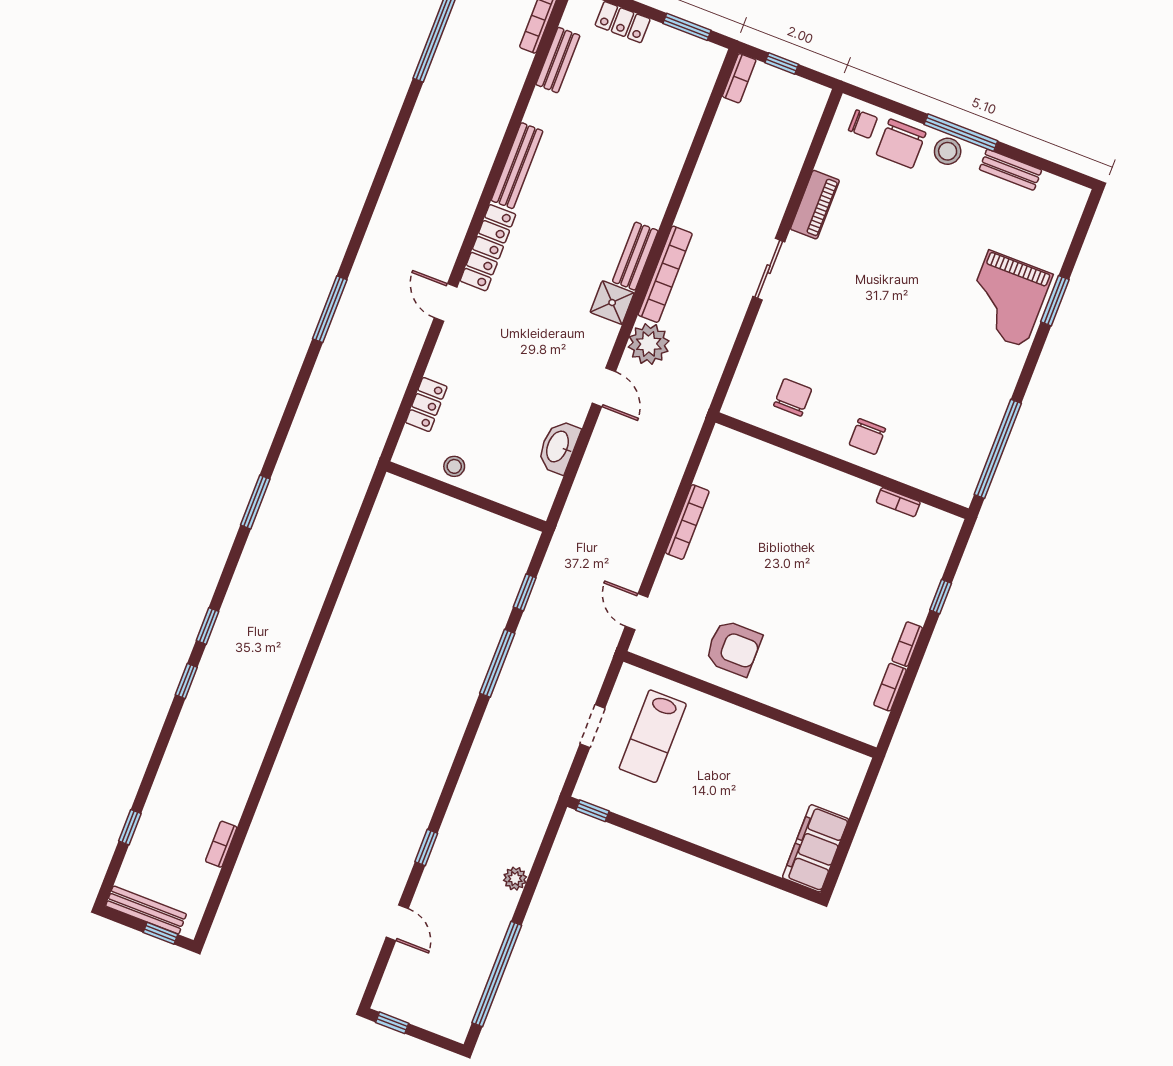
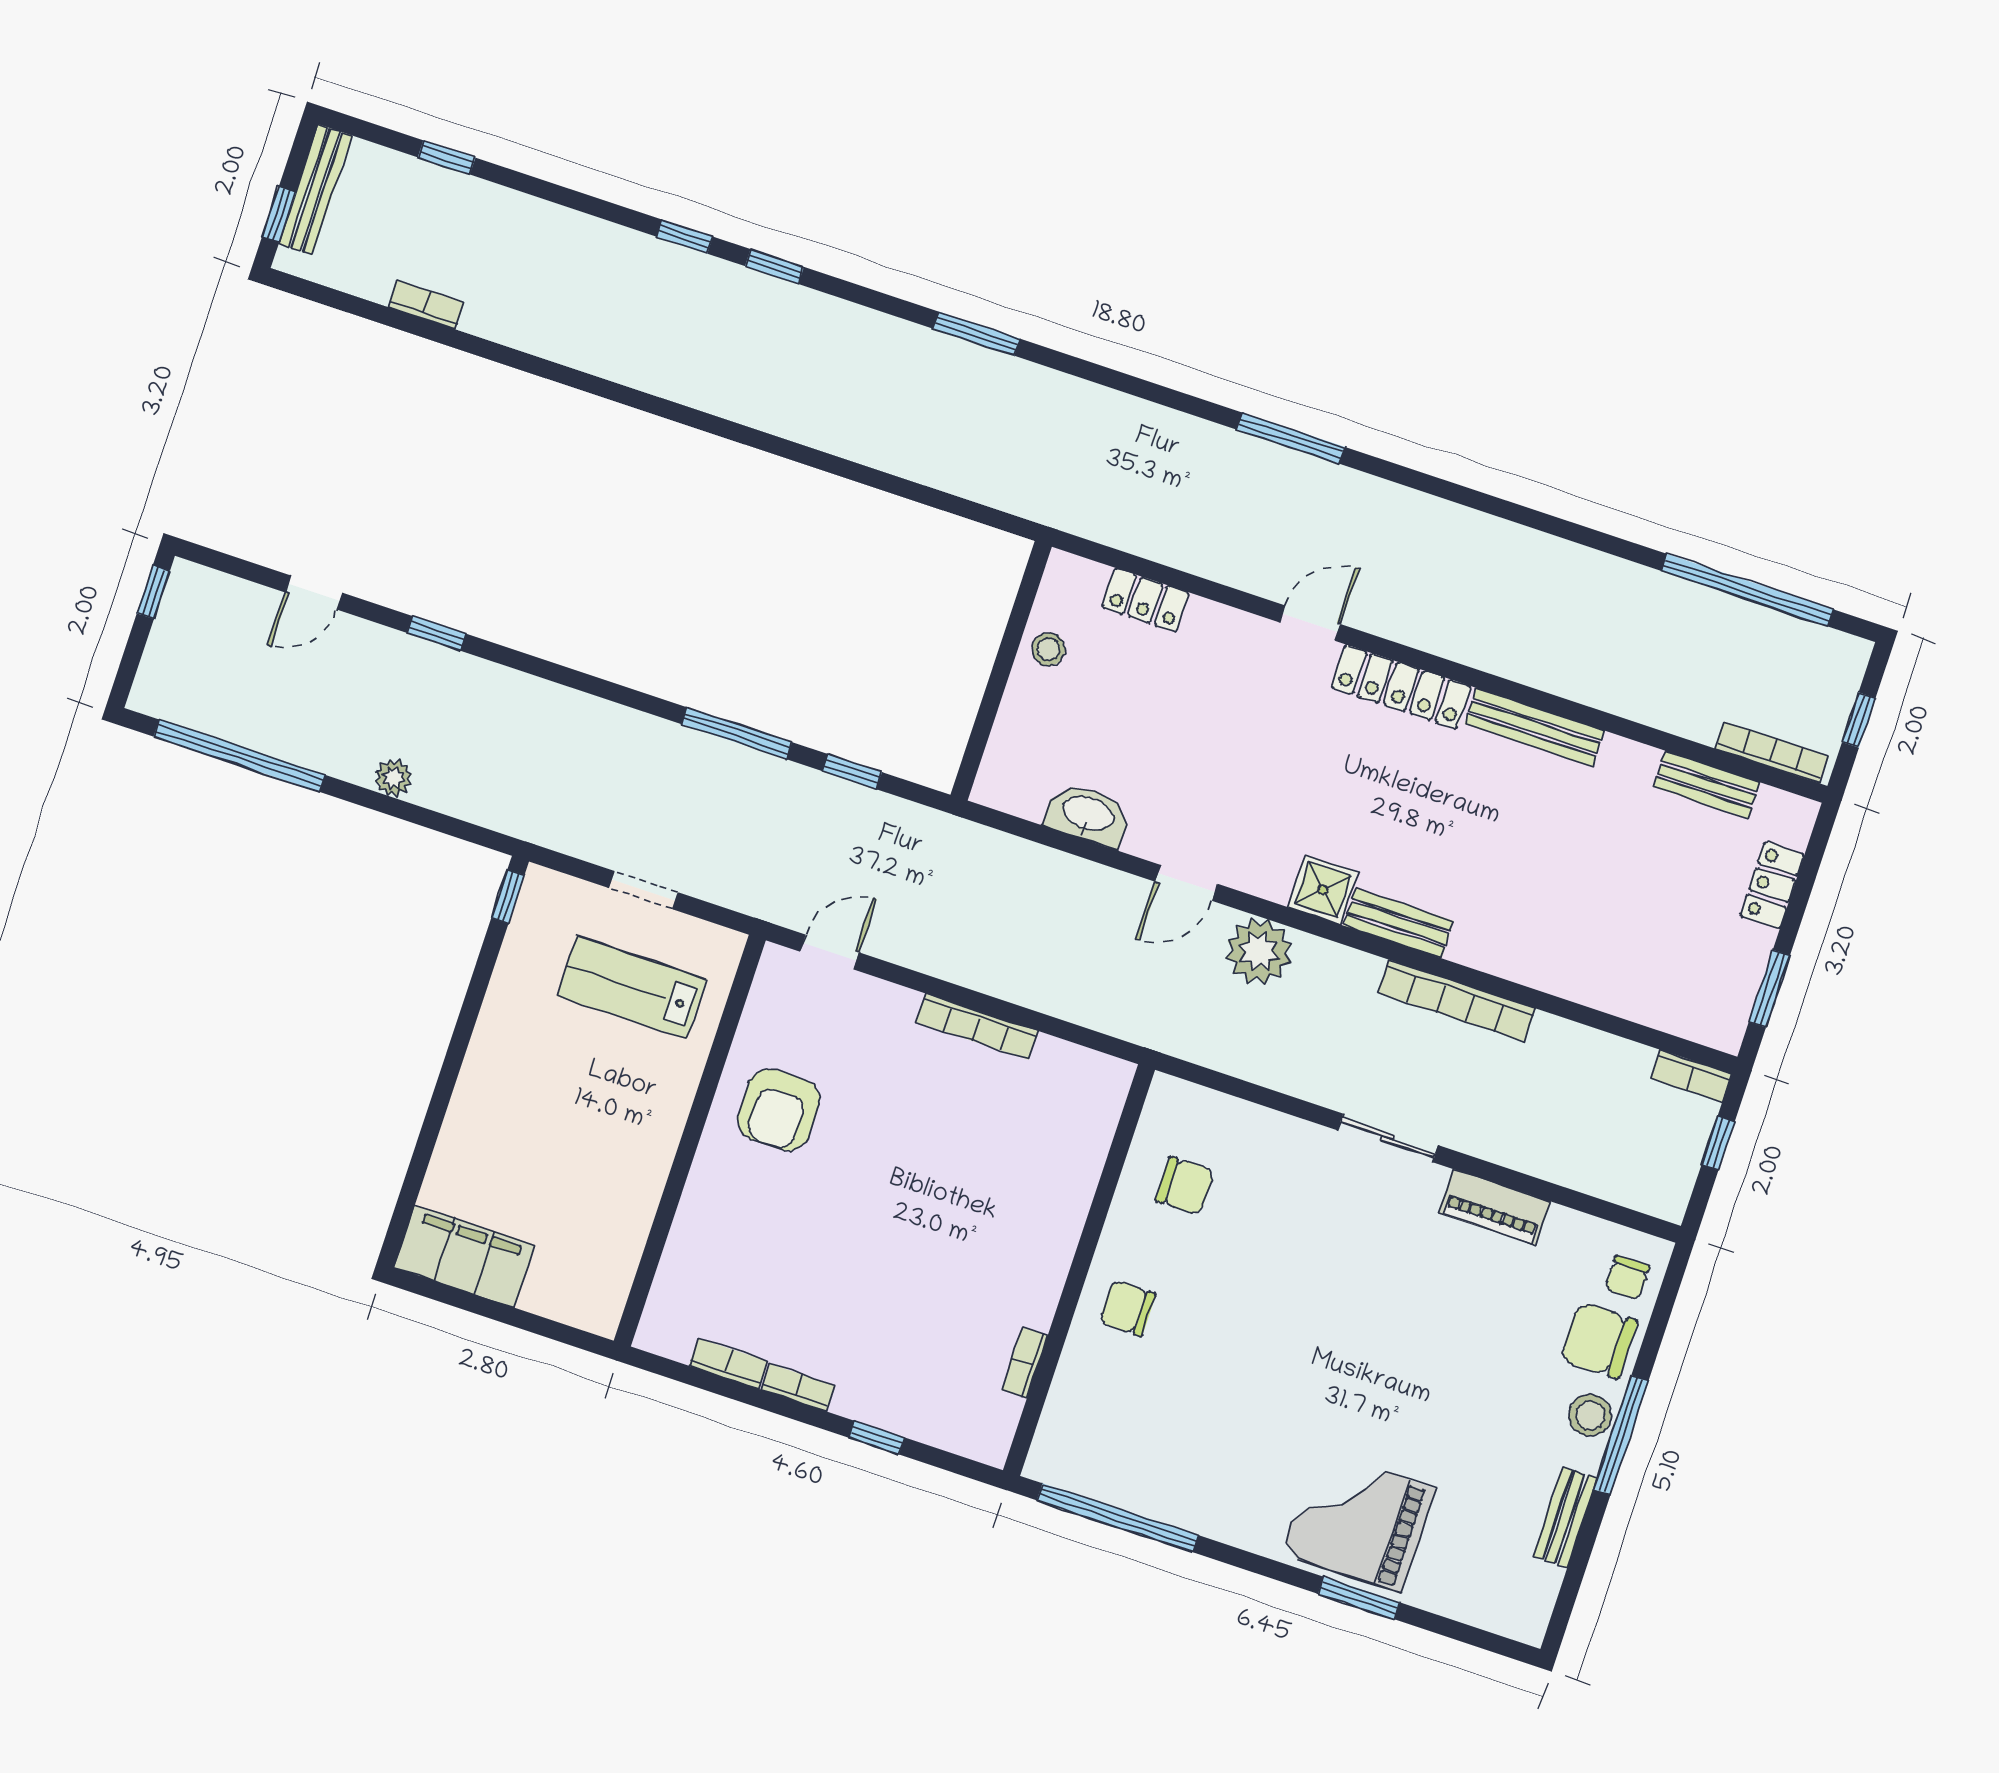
bookcase: (665, 274) -> (1457, 1001), moved

